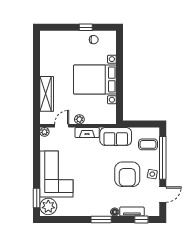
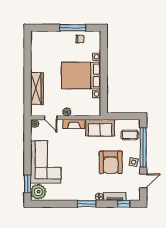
window: (86, 27) -> (73, 28), width x2.17
door: (62, 126) -> (51, 118), swing flipped

